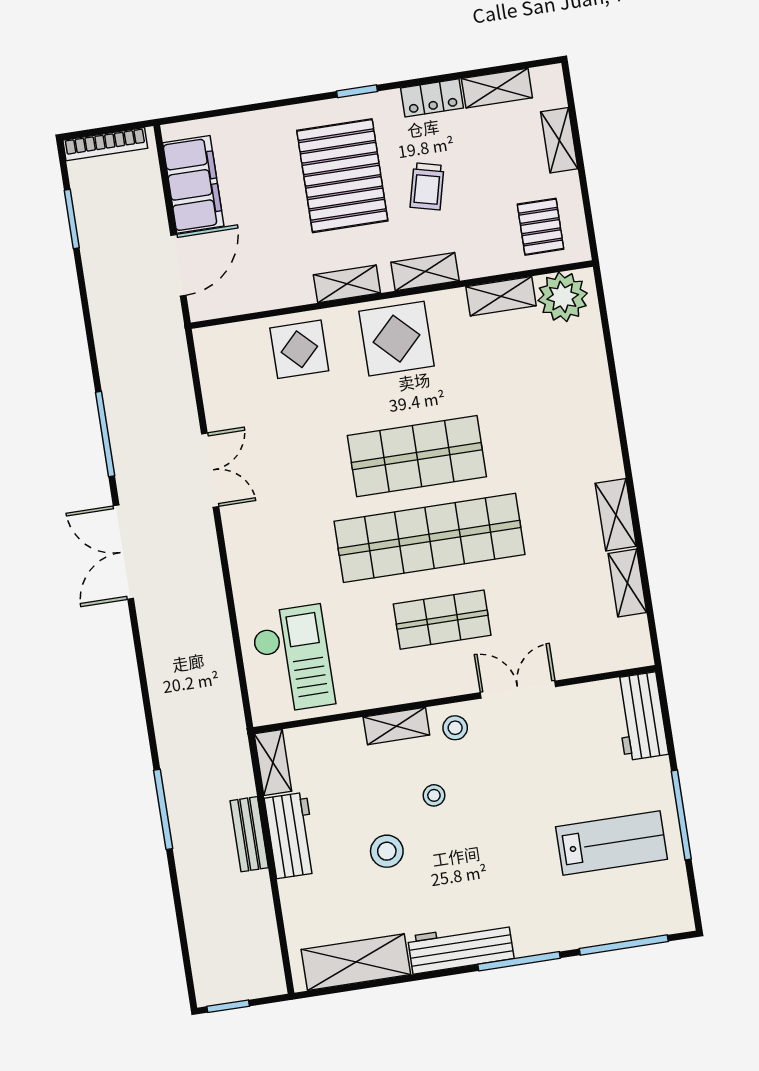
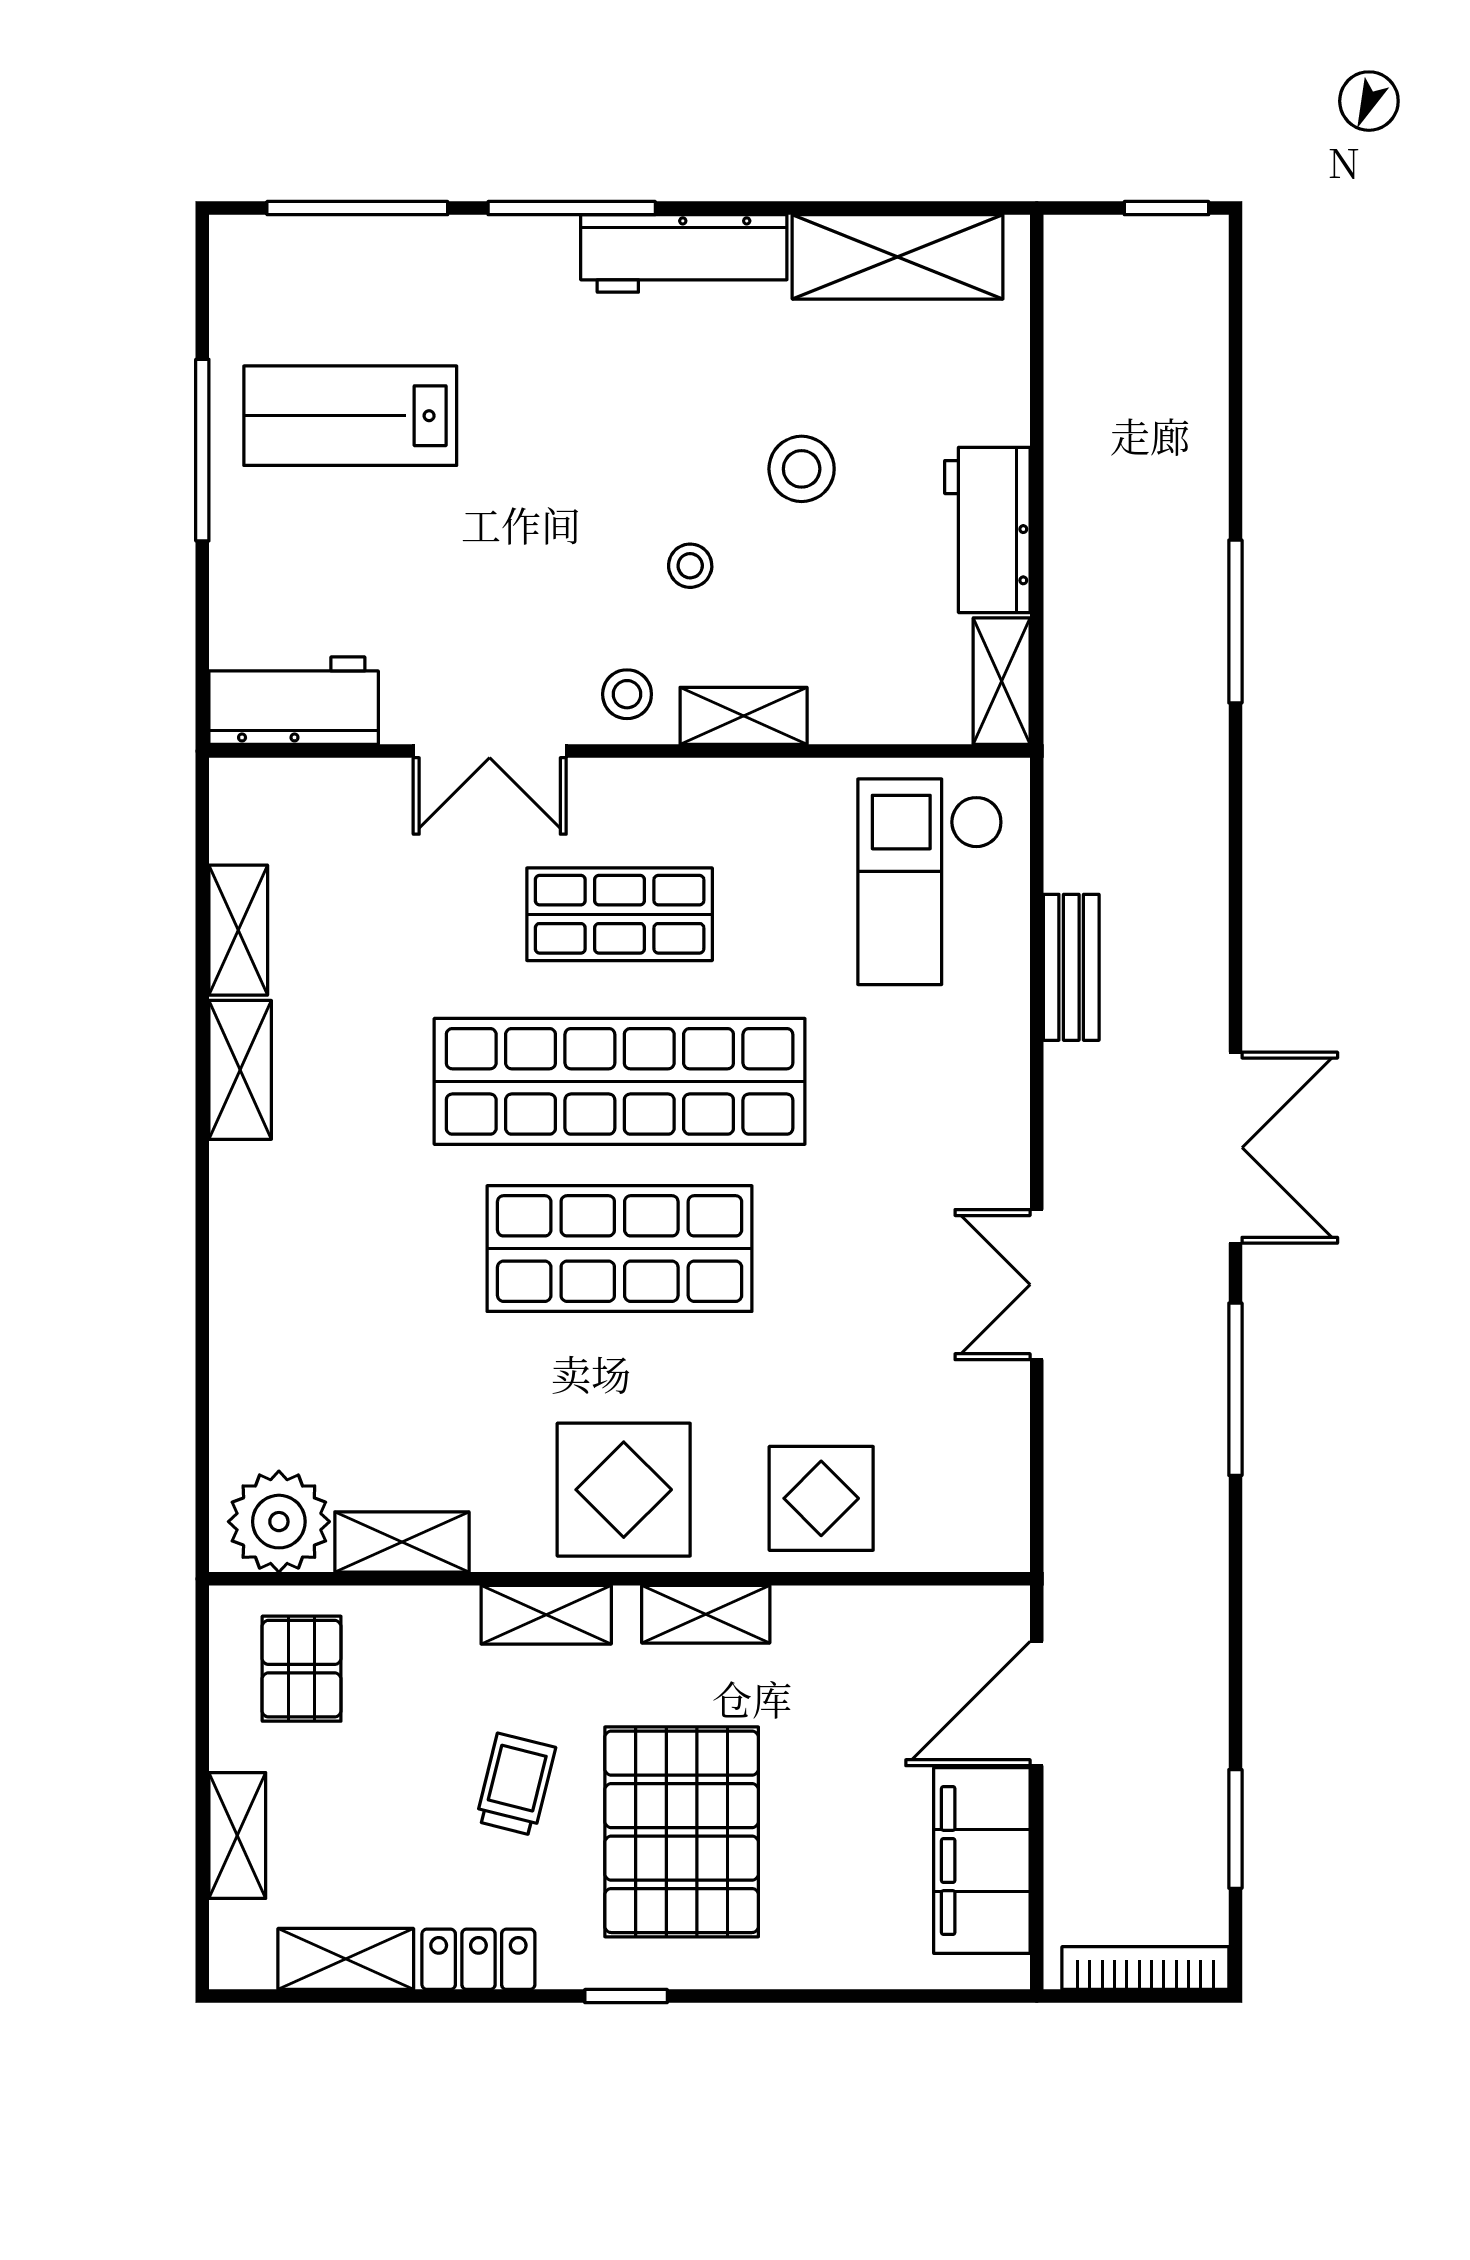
workbench: (641, 716) -> (294, 701), moved, turned -90
bench: (249, 834) -> (1071, 967), moved

